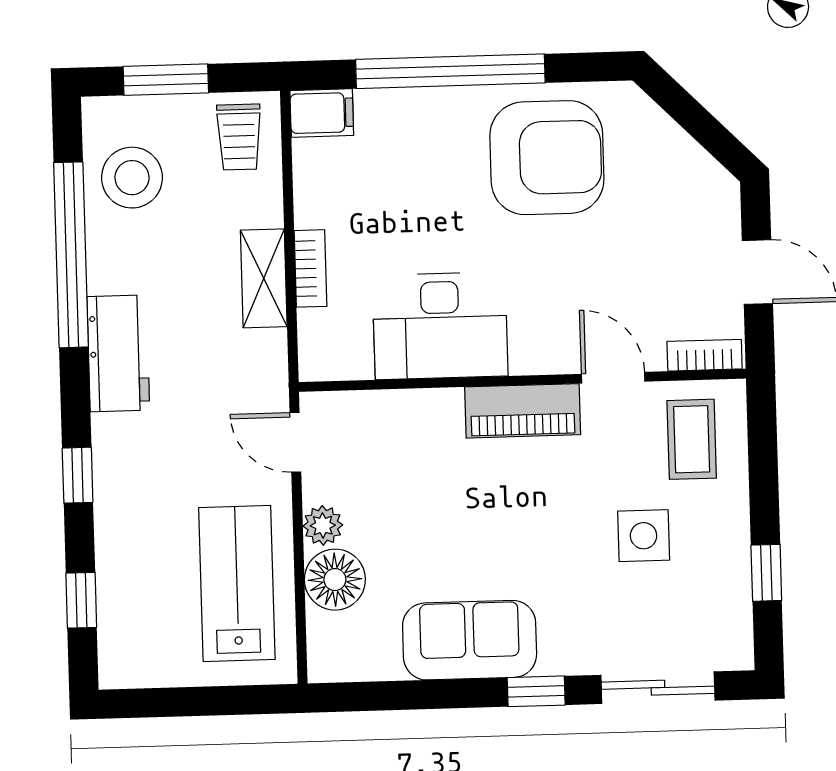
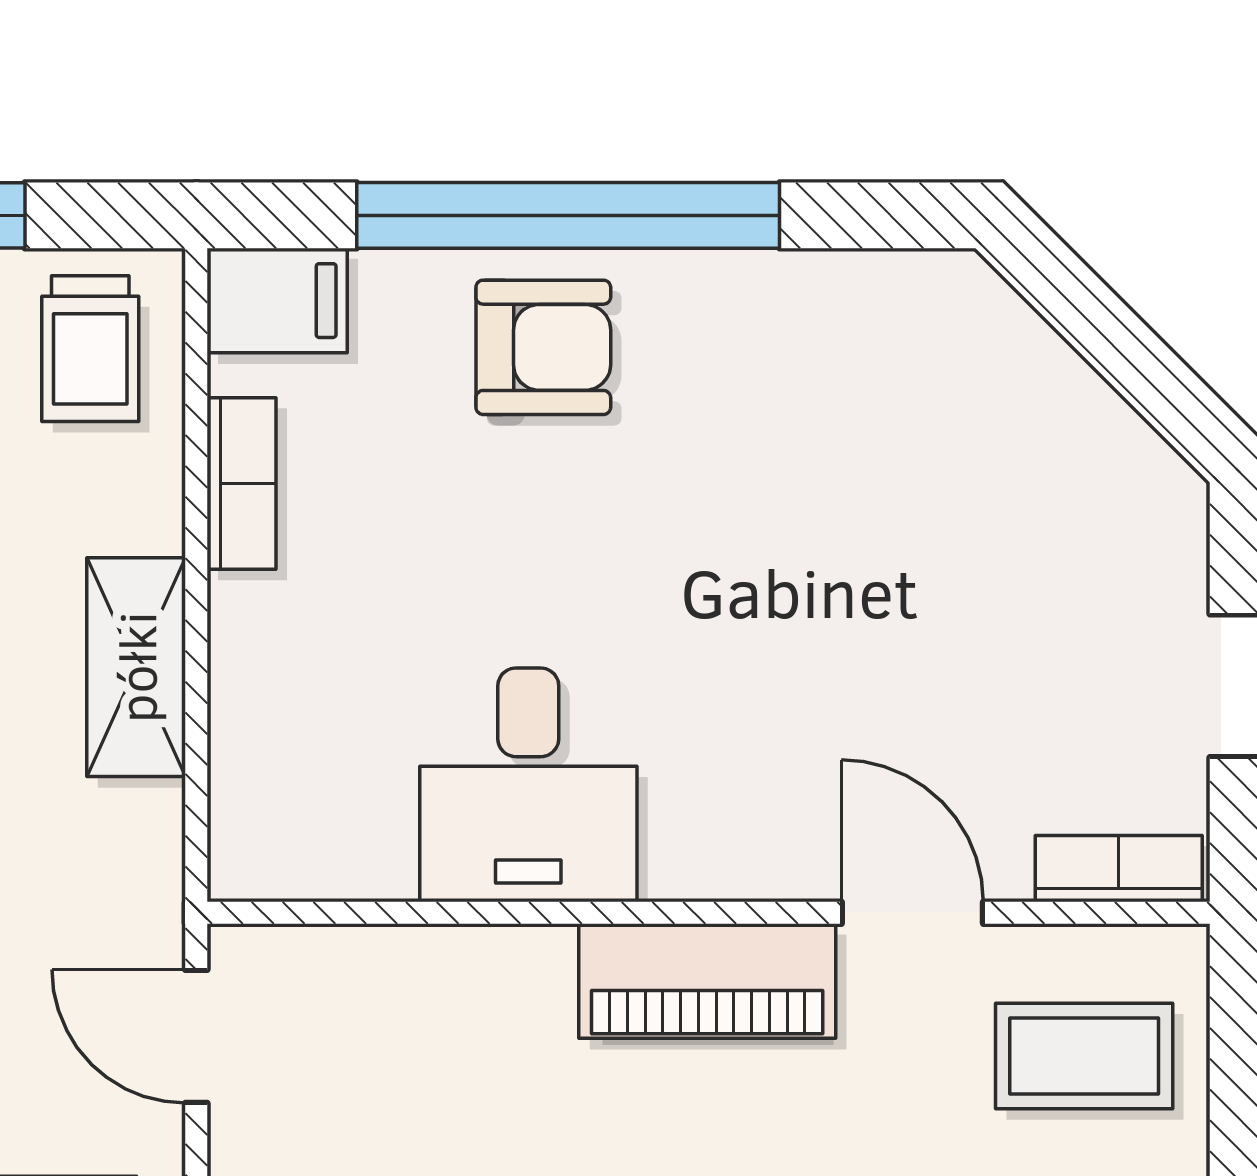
armchair: (547, 158) -> (543, 347), moved, width x0.53, depth x0.53
bookcase: (310, 268) -> (242, 483), moved
desk: (440, 326) -> (528, 785), width x0.73
coffee table: (692, 439) -> (1084, 1056), turned 90

